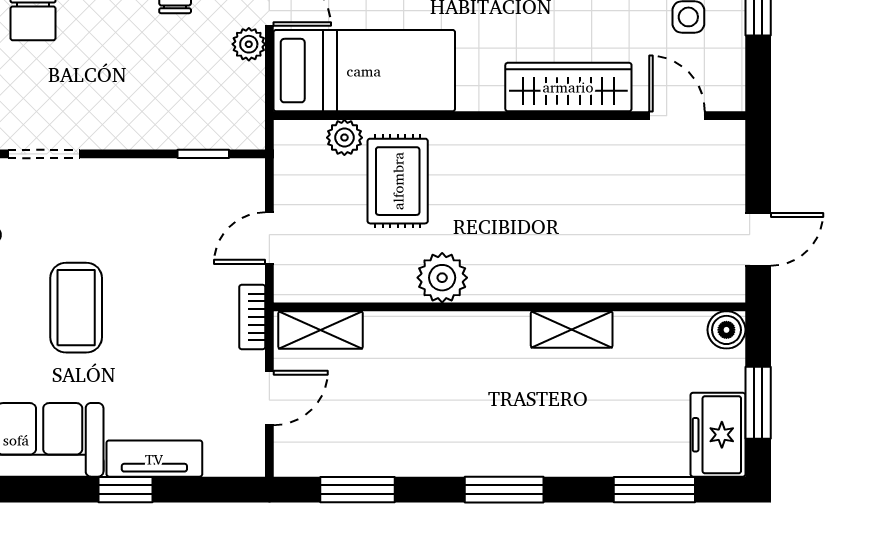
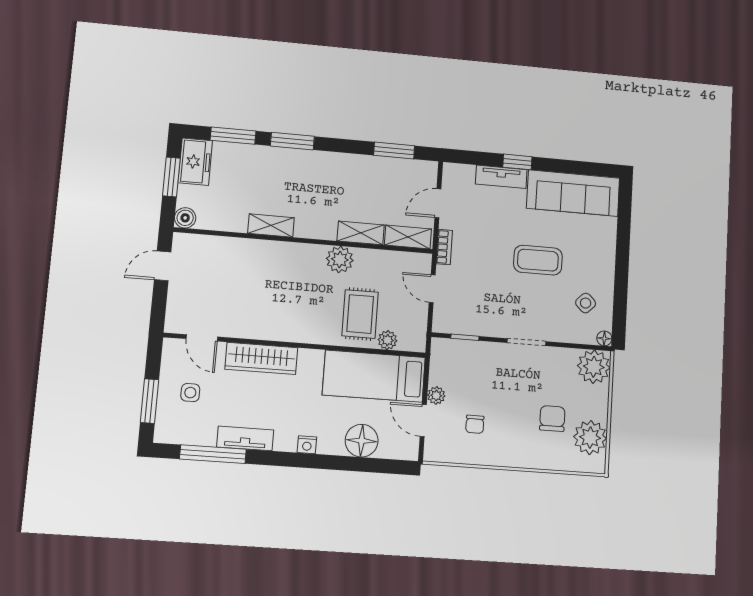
doorway: (44, 154) -> (526, 342), moved
door: (269, 238) -> (432, 289), swing flipped
coffee table: (76, 308) -> (538, 260), turned 90
shelving: (408, 330) -> (361, 233), added
window: (504, 490) -> (292, 141), moved

